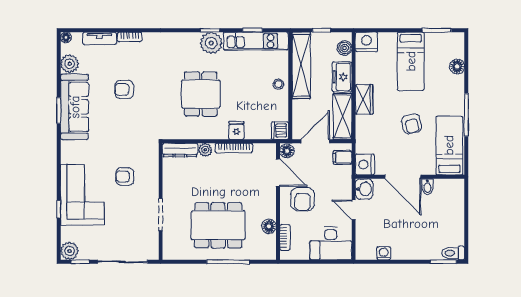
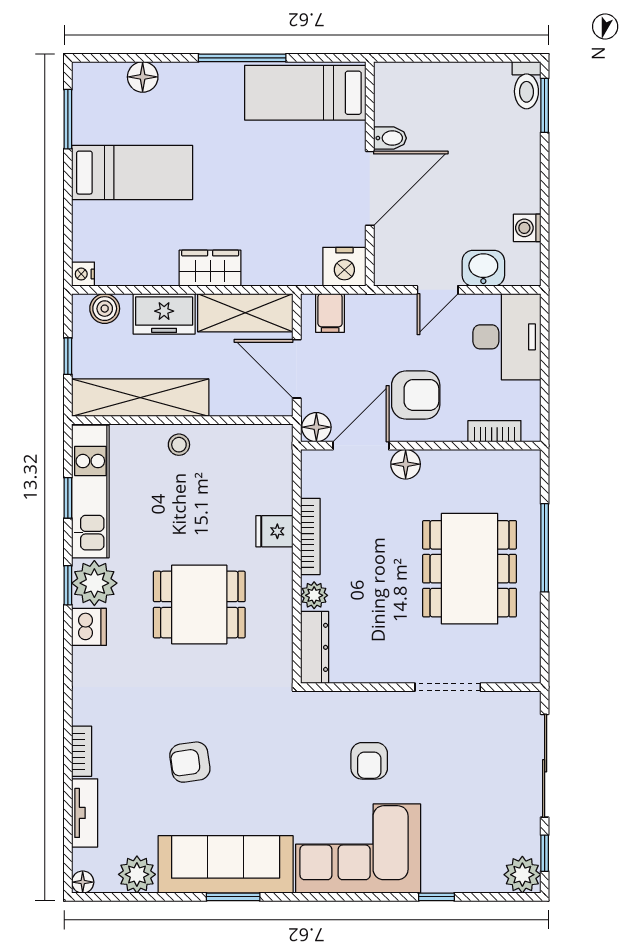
nightstand: (367, 42) -> (83, 274), width x0.53, depth x0.56
armchair: (124, 89) -> (190, 762), turned 82
armchair: (412, 124) -> (261, 171), removed
dishwasher: (280, 130) -> (89, 627), moved, turned -90
washbasin: (364, 189) -> (483, 268), moved
corner sofa: (82, 195) -> (358, 849), moved
floor lamp: (269, 226) -> (406, 464), moved

